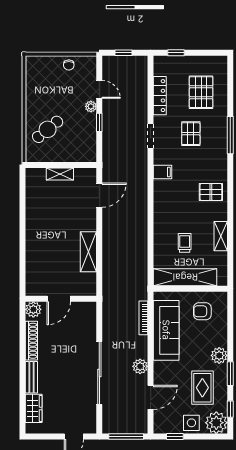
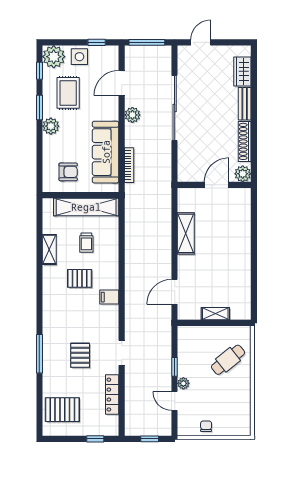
pallet: (201, 92) -> (62, 410), moved, turned 90
filing cabinet: (162, 172) -> (109, 297), moved
pallet: (211, 192) -> (80, 278), moved

